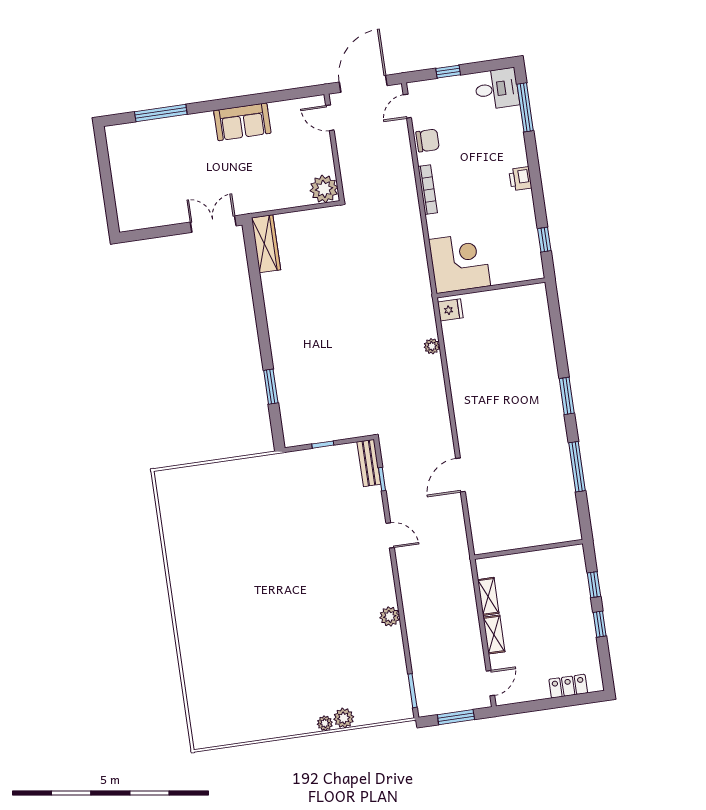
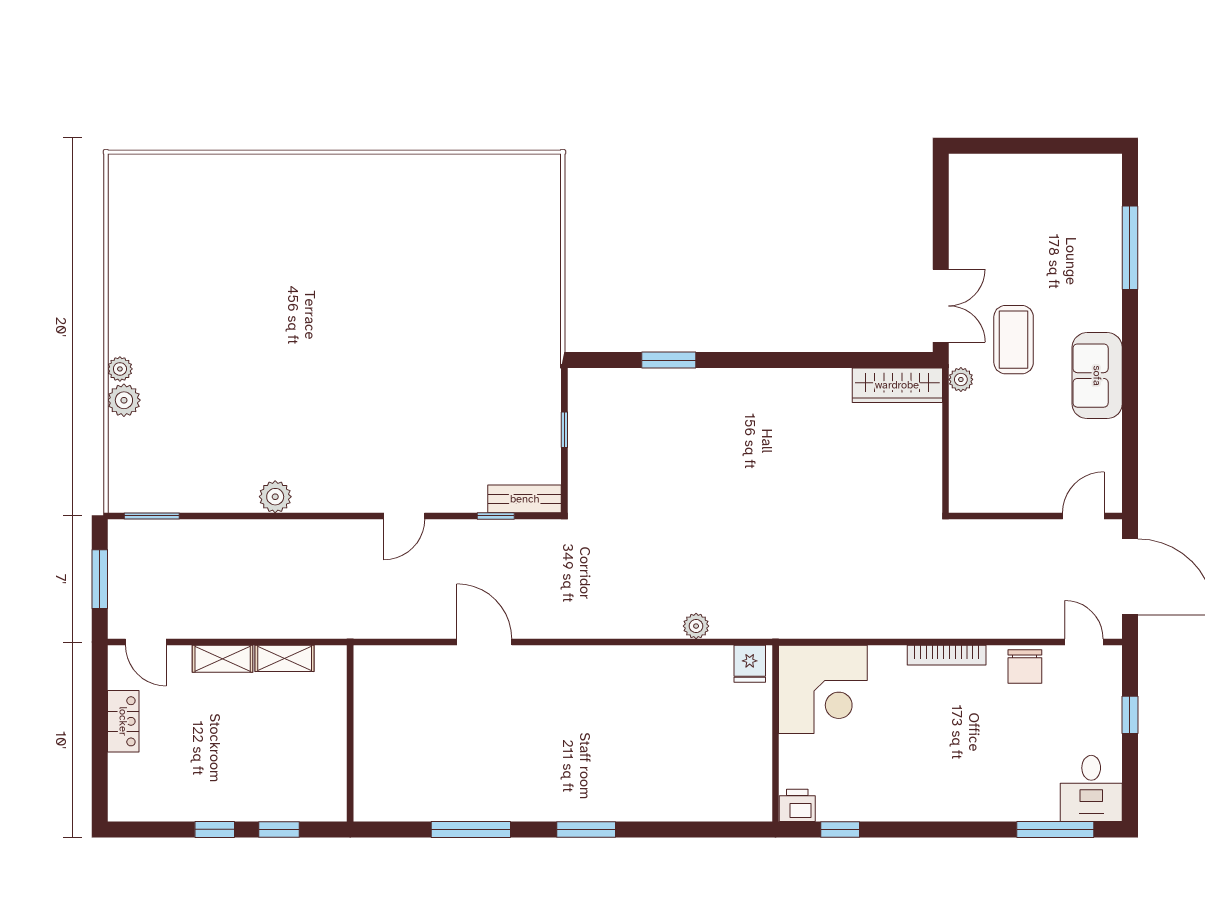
coffee table: (228, 176) -> (1014, 340), added
printer: (520, 179) -> (797, 805), moved
plant: (324, 189) -> (961, 379), moved, width x0.53, depth x0.53
locker: (568, 686) -> (123, 721), moved

